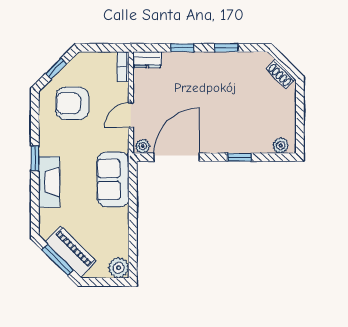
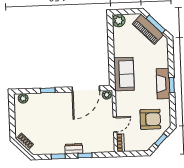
dresser: (147, 60) -> (74, 149), moved
door: (131, 115) -> (115, 124), moved
fireplace: (49, 182) -> (163, 84), moved

